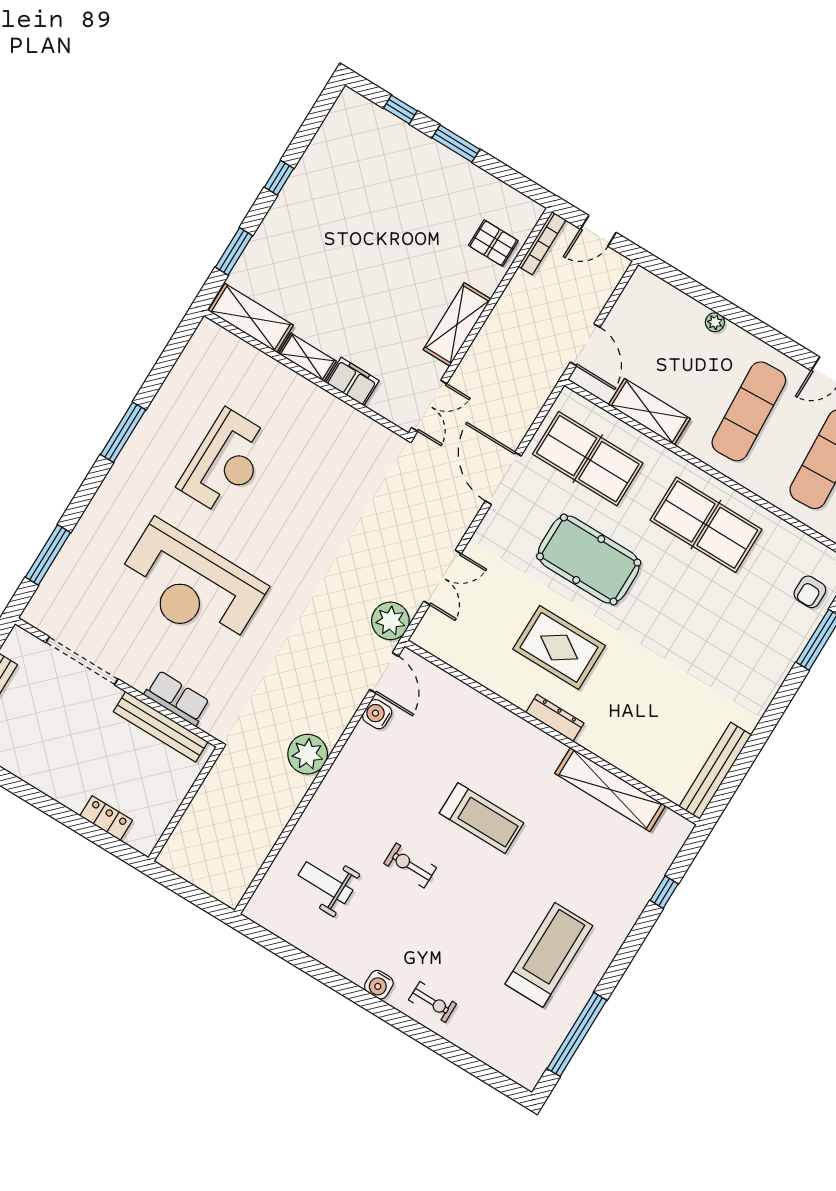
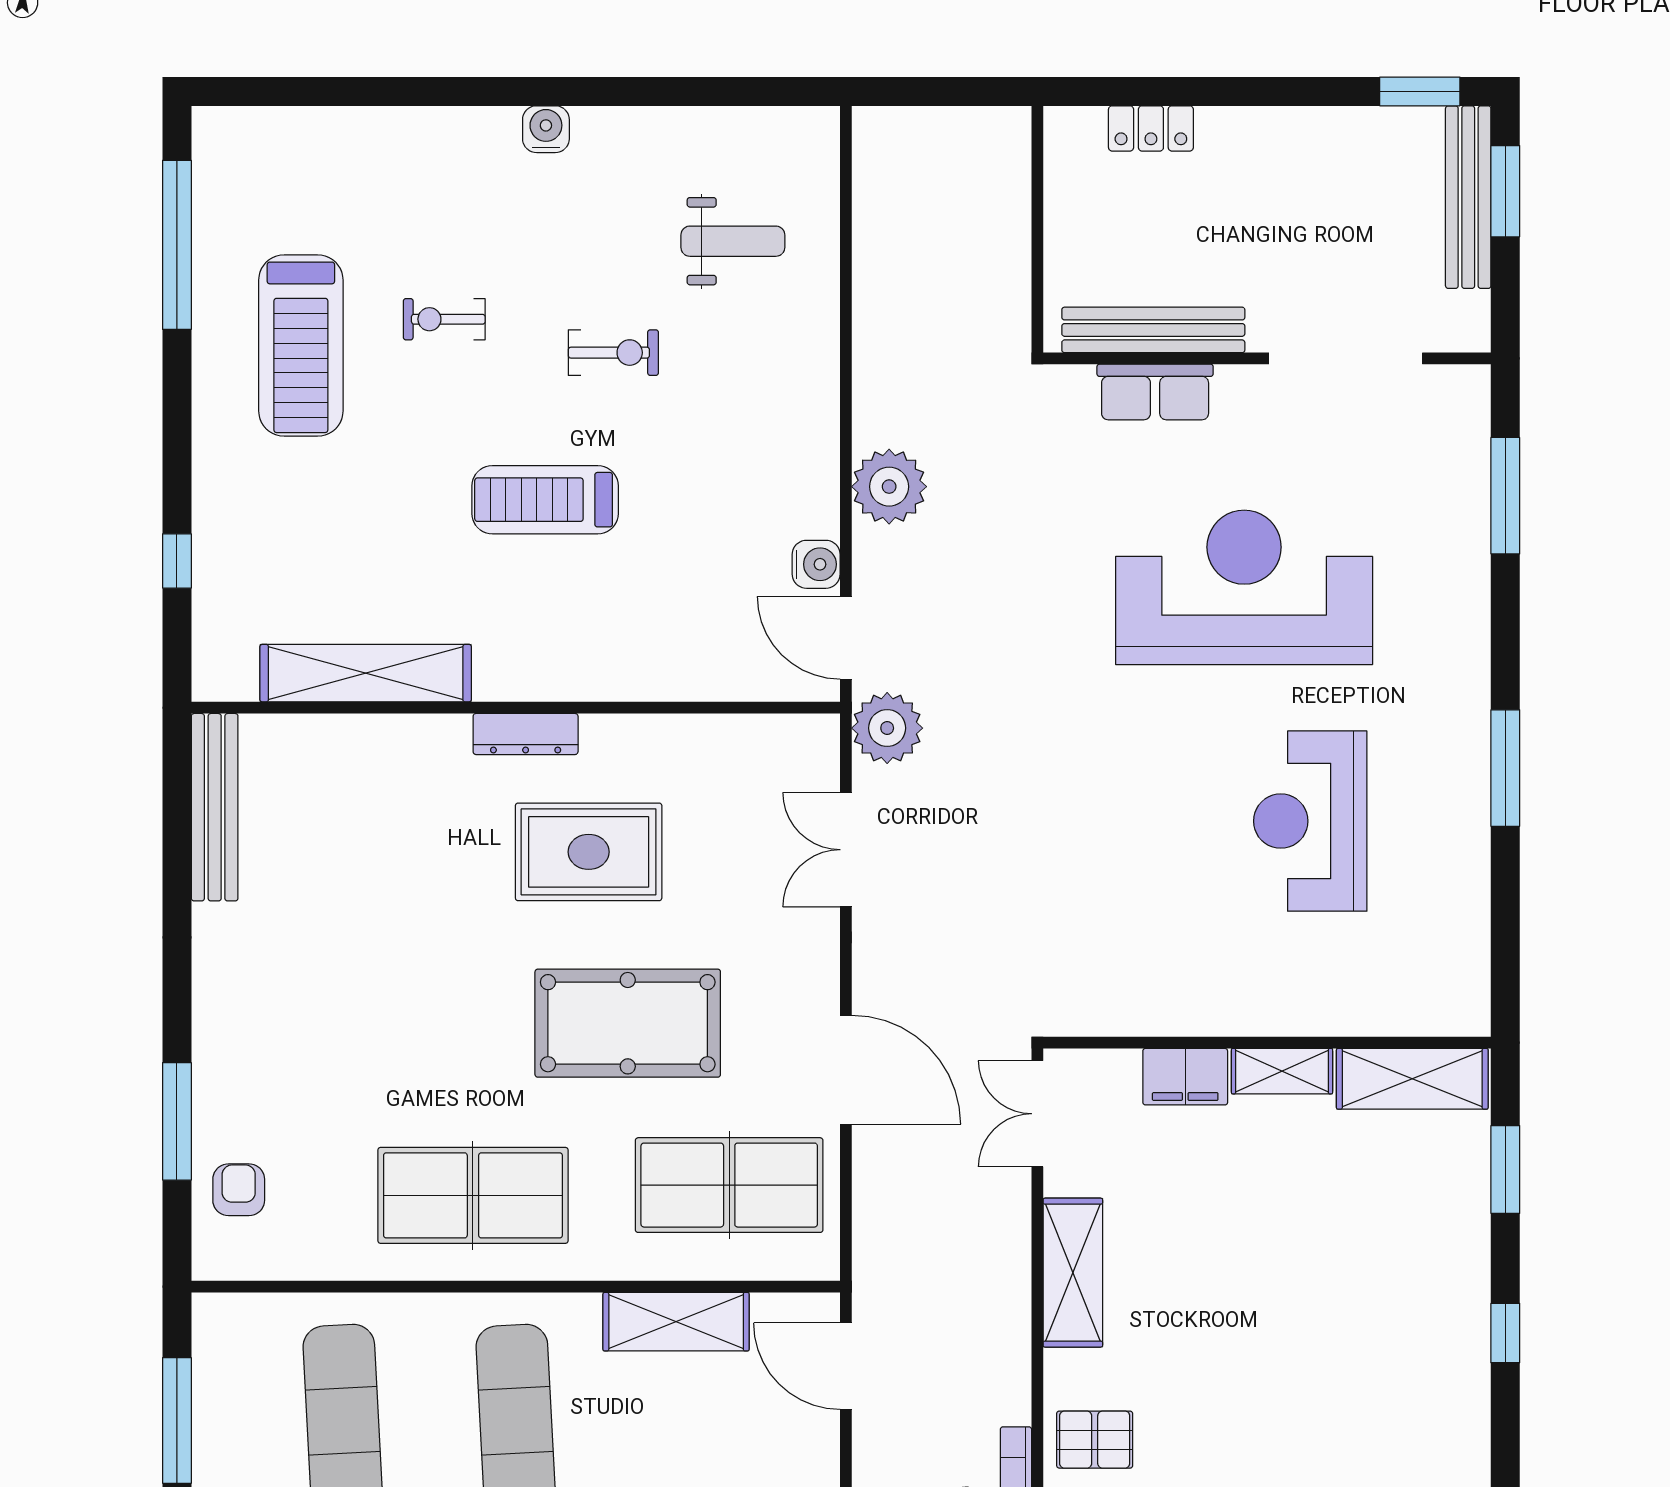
plant: (308, 754) -> (889, 487), moved
exercise bike: (433, 1002) -> (444, 319), moved

